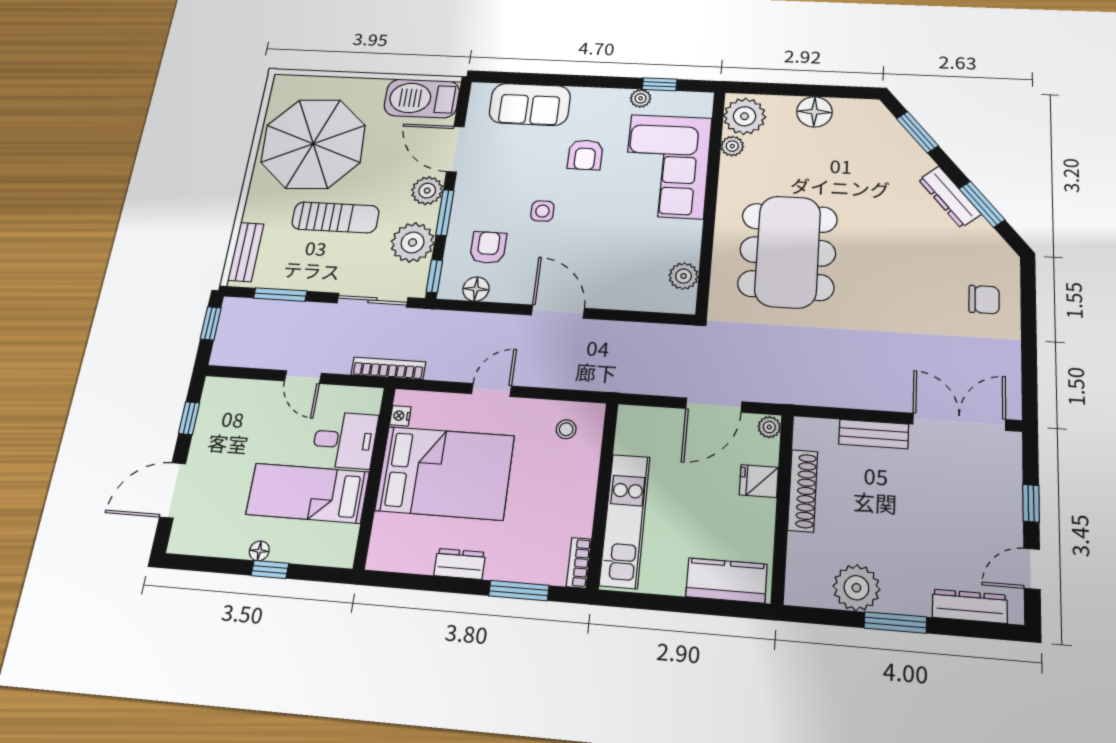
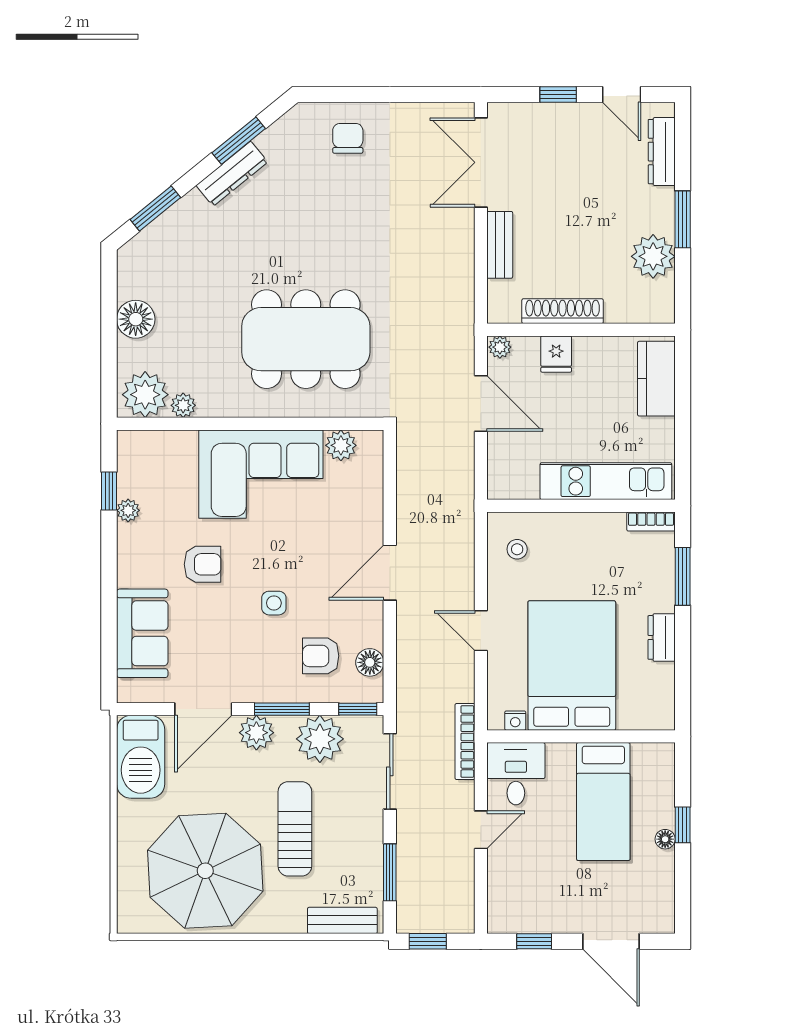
corner sofa: (667, 166) -> (261, 474), moved
desk: (345, 440) -> (516, 774), moved

